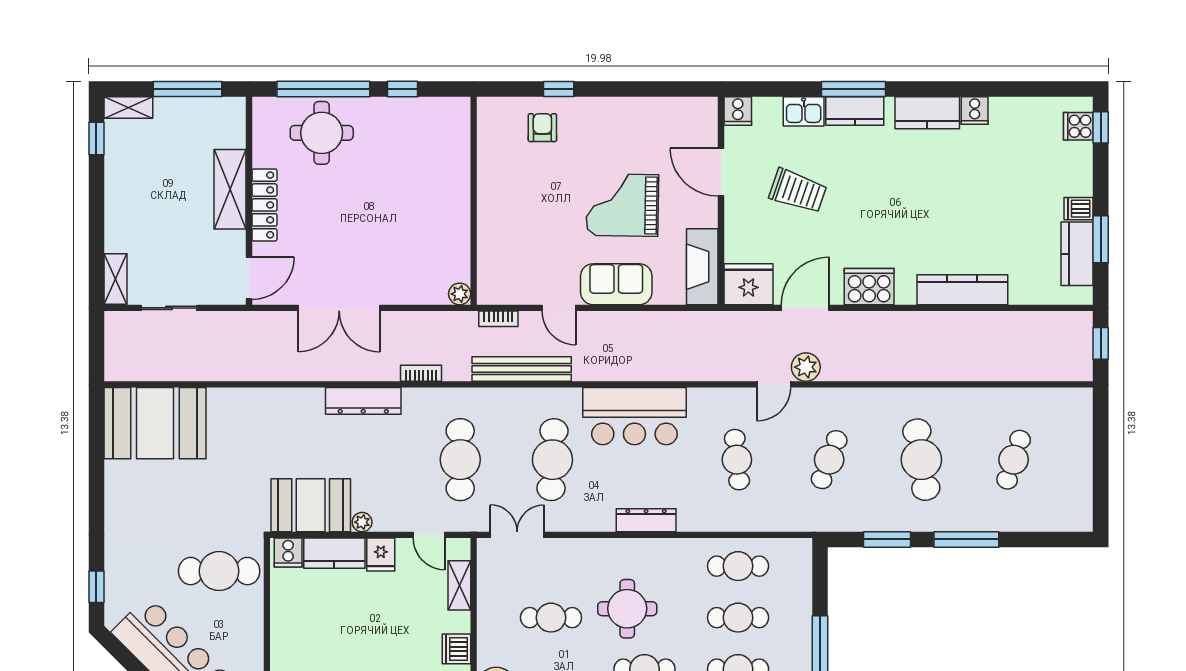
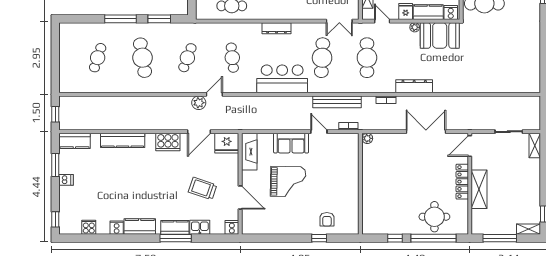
cooker: (1078, 126) -> (89, 227), moved, turned -90
kitchen counter: (1077, 254) -> (74, 141), moved, turned 90
booth: (155, 423) -> (516, 75), removed

